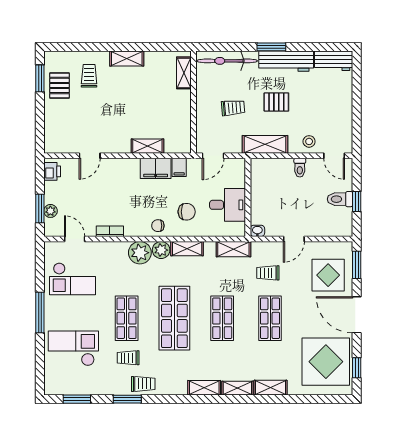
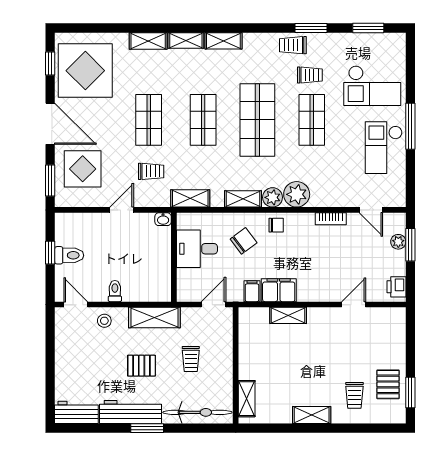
trolley: (233, 108) -> (191, 359), turned -85
chair: (187, 212) -> (244, 241), turned 143
checkout: (73, 279) -> (384, 148), moved, turned -90

